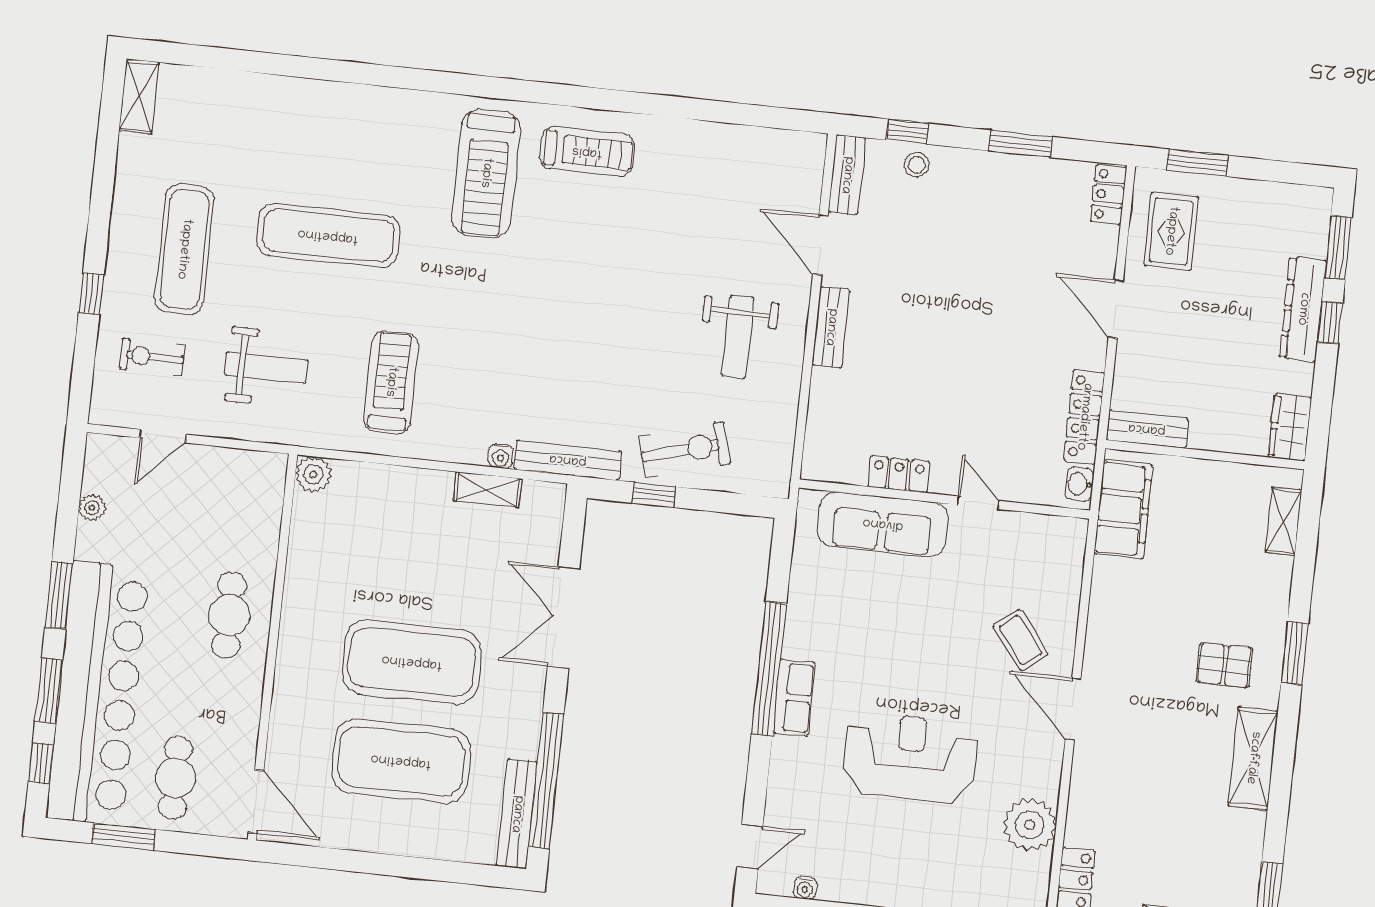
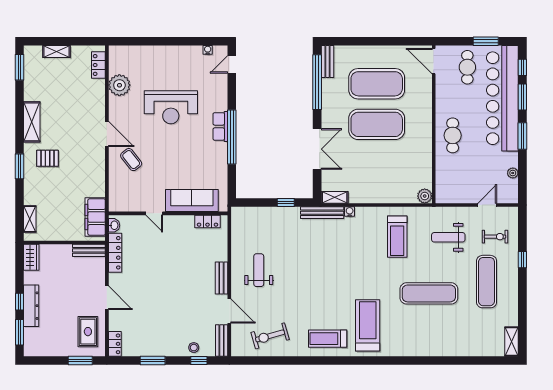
exercise bike: (684, 450) -> (270, 336), moved
locker: (899, 474) -> (208, 221), moved
shelving: (488, 490) -> (335, 197), moved
bench: (517, 814) -> (327, 62), width x0.73

